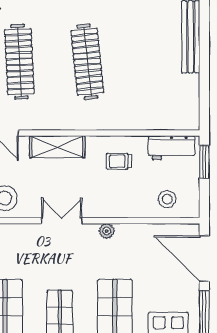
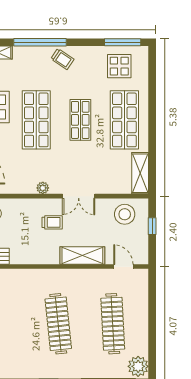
trolley: (119, 161) -> (52, 222), moved

